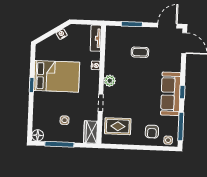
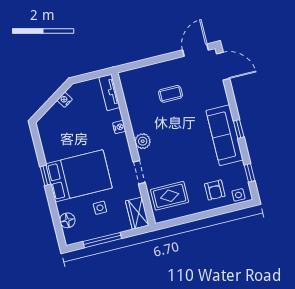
window: (132, 24) -> (150, 61), removed
bed: (57, 76) -> (79, 176), moved
window: (181, 126) -> (250, 173), width x0.46
floor lamp: (38, 135) -> (67, 220), moved

